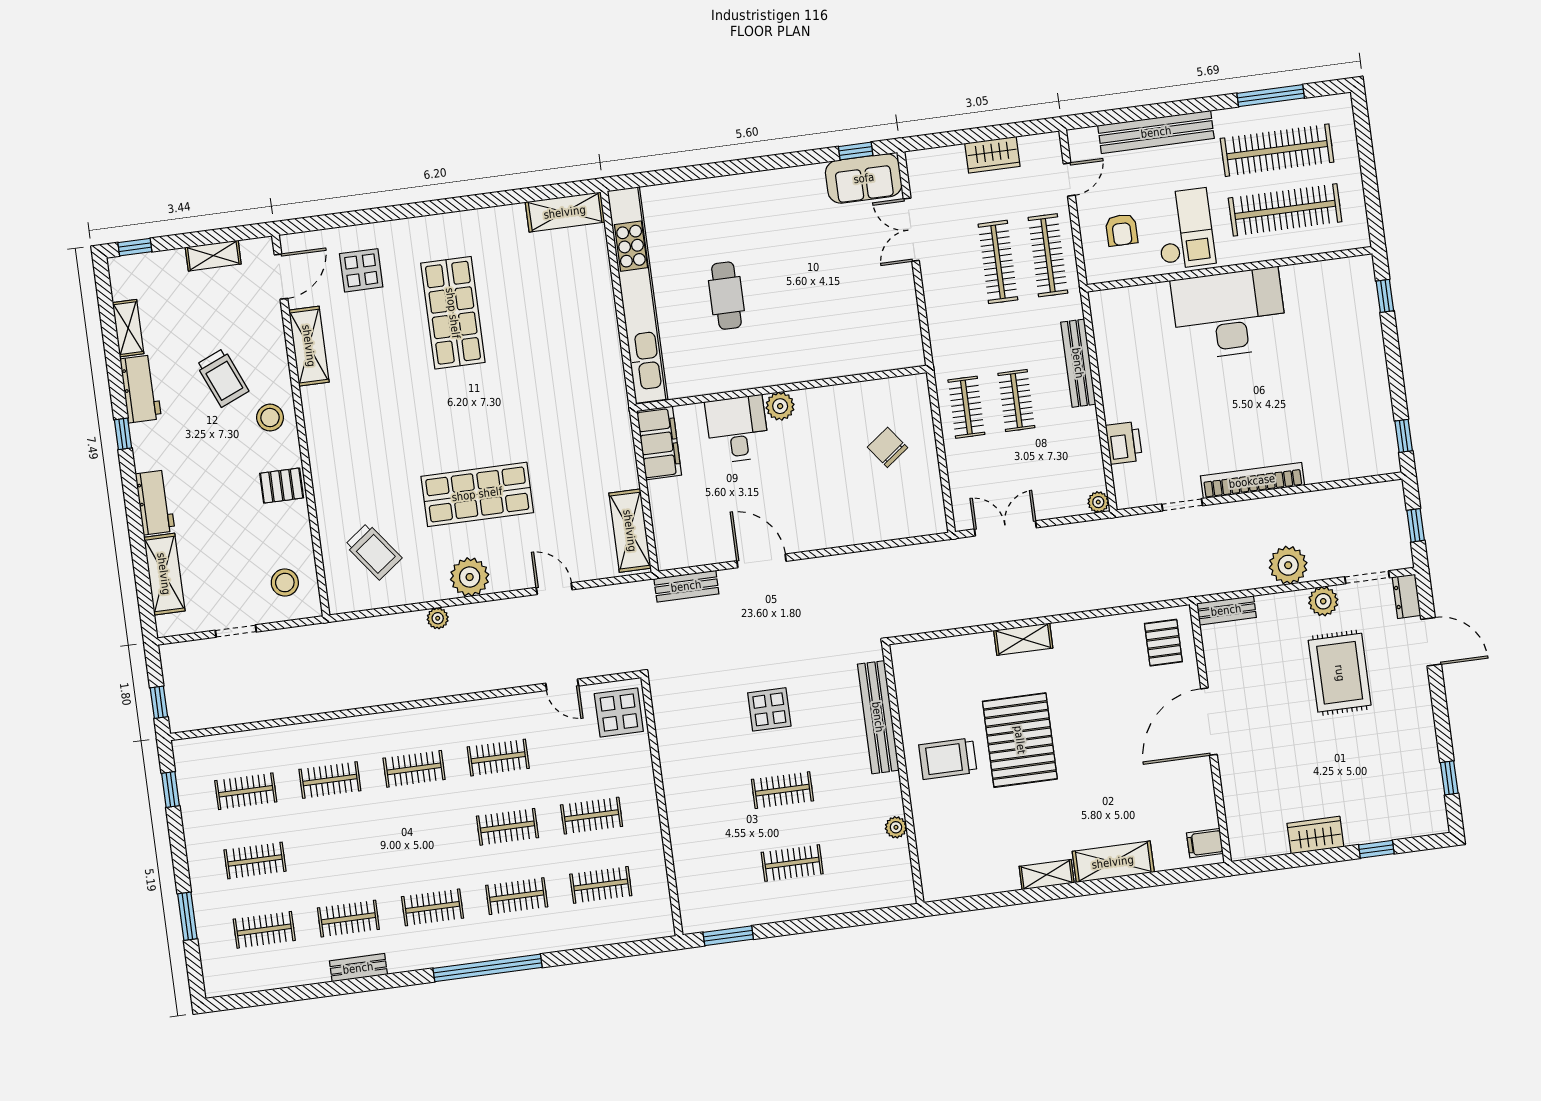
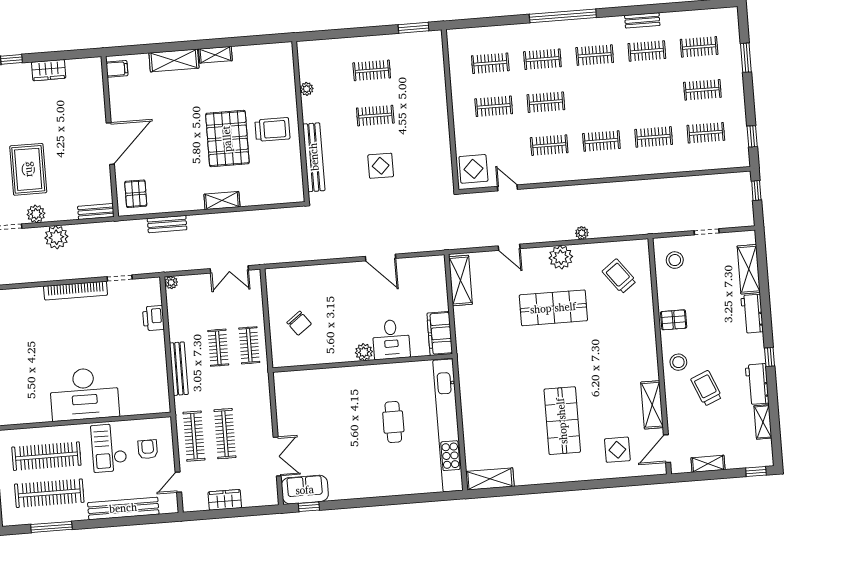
bench: (686, 586) -> (167, 224), moved

